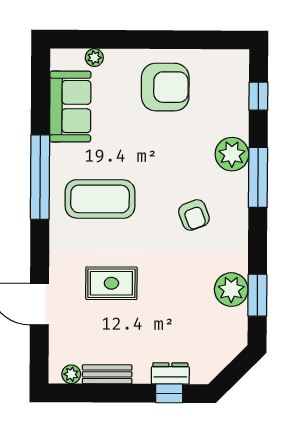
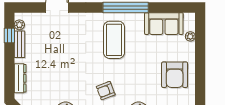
rug: (111, 283) -> (69, 46), removed
dresser: (170, 373) -> (20, 78), width x1.44
window: (169, 393) -> (9, 36), moved

